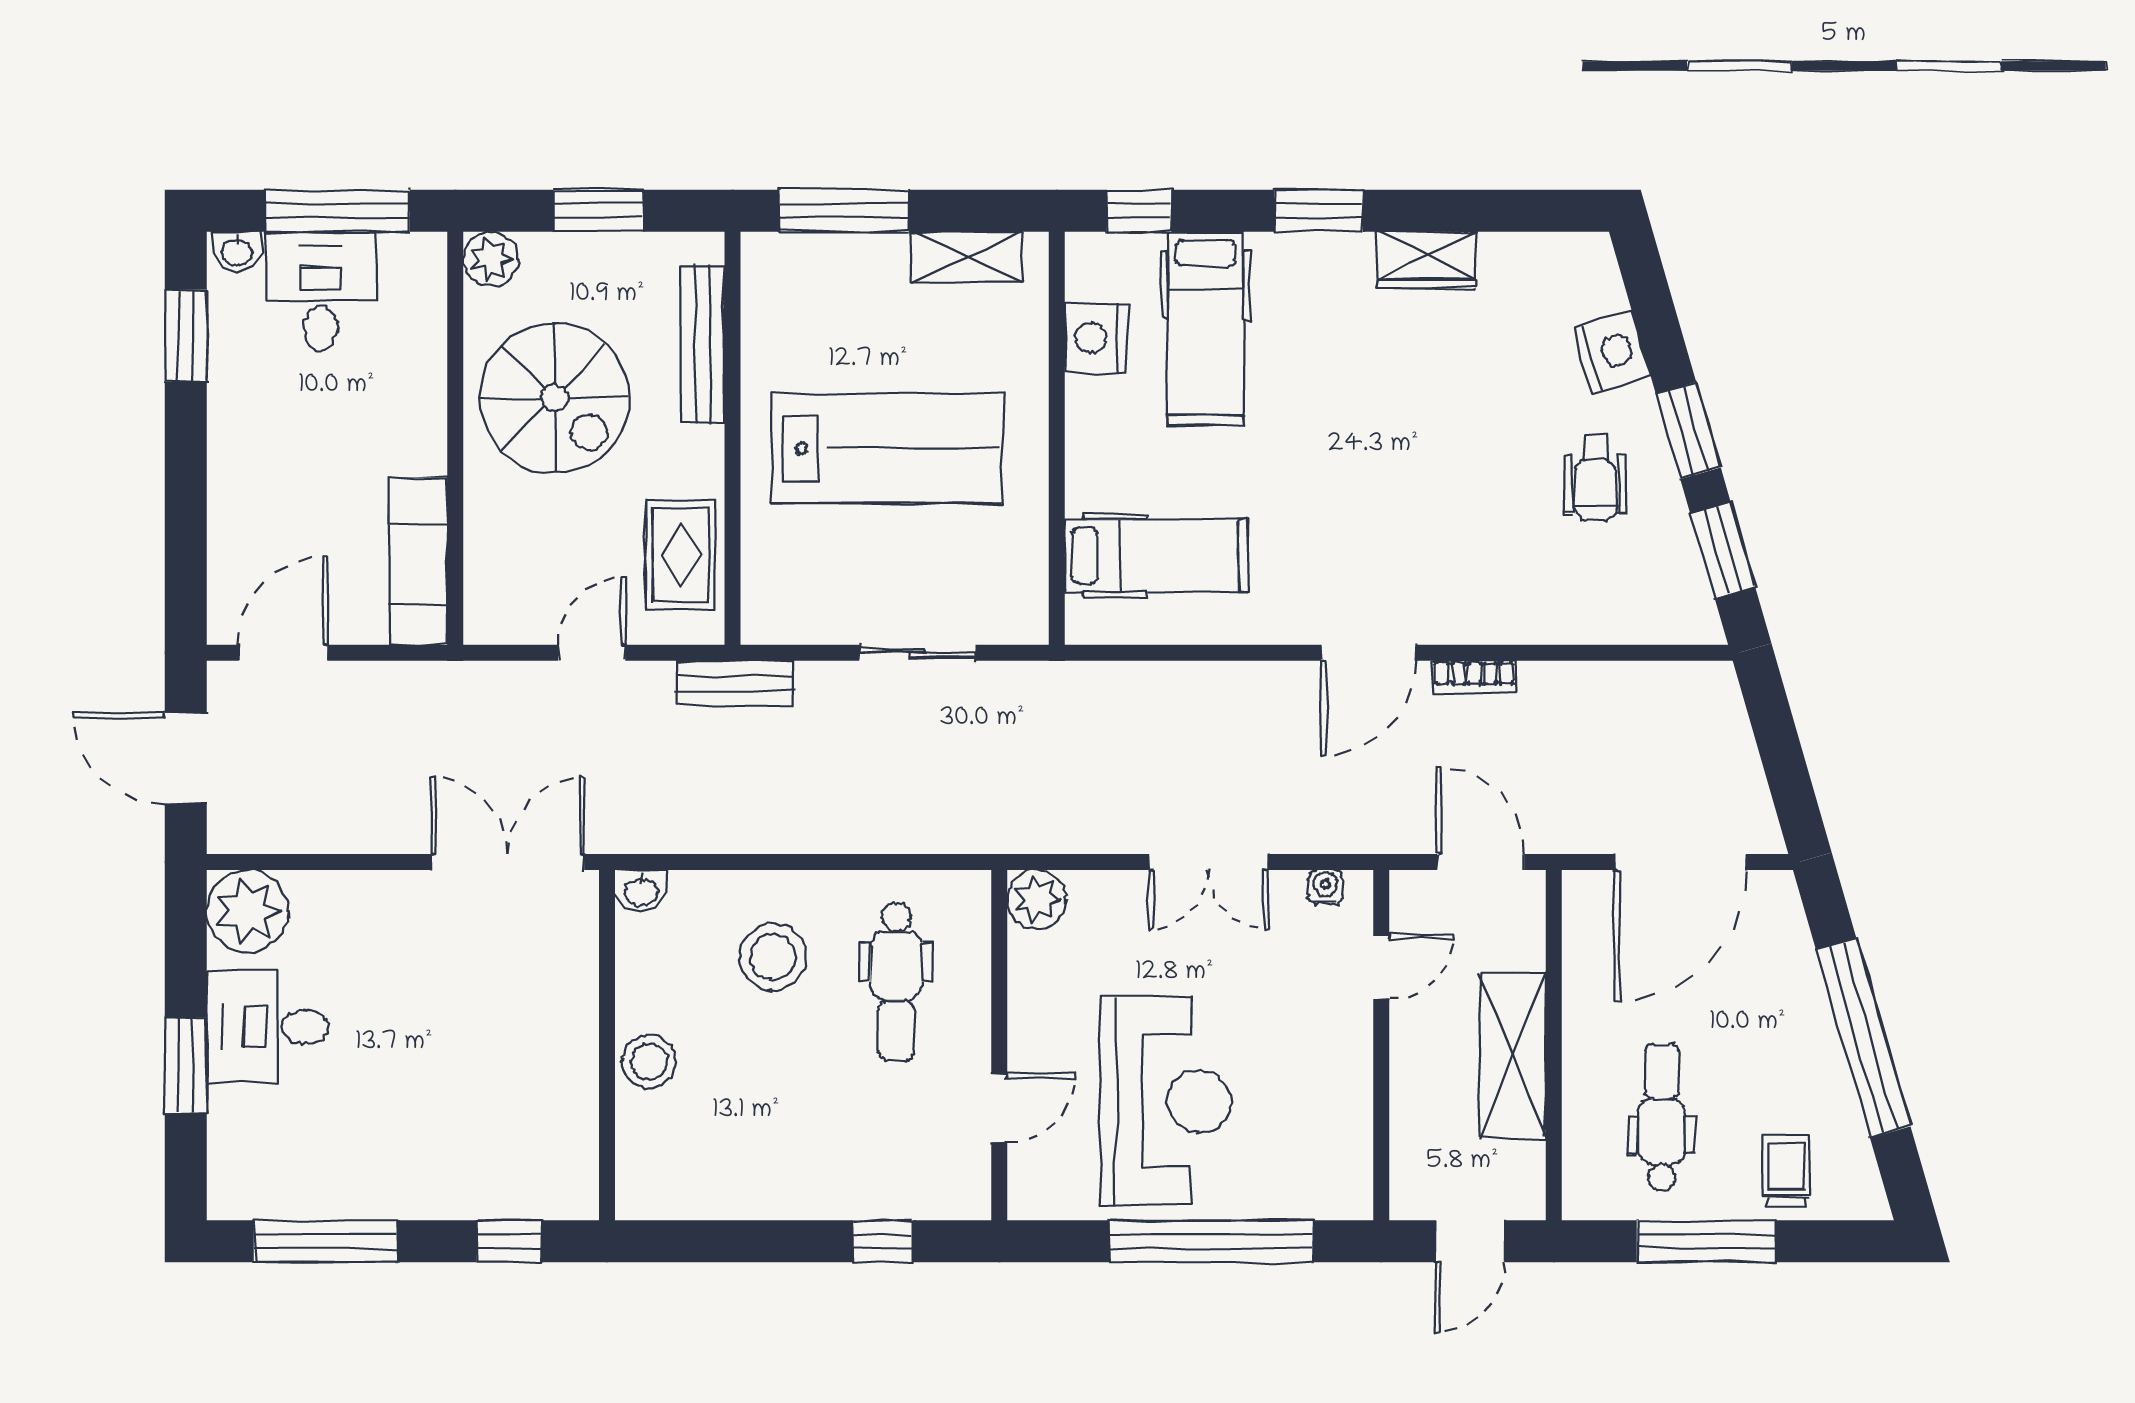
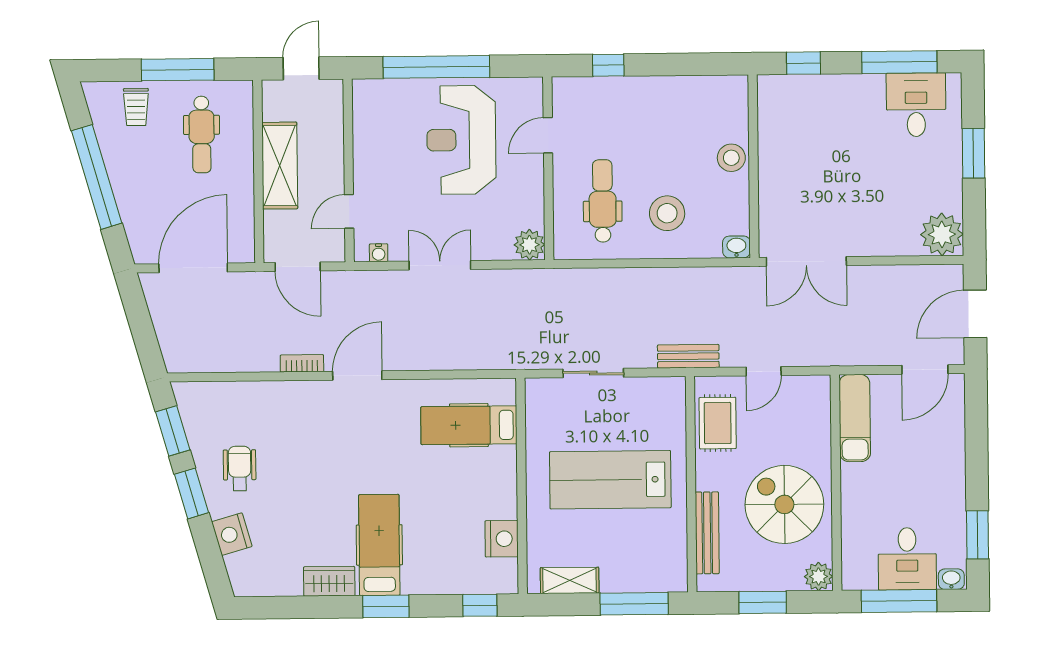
hospital bed: (1205, 328) -> (379, 545), moved
door: (186, 758) -> (975, 314), swing flipped
desk: (268, 1027) -> (916, 105), moved, turned -90

